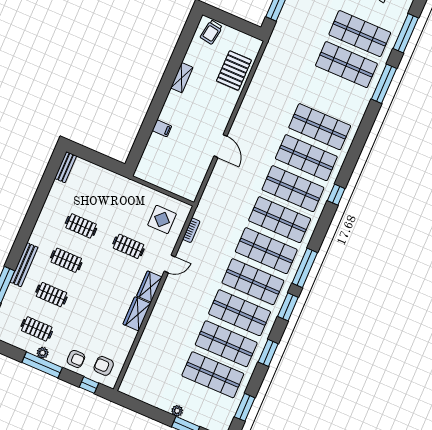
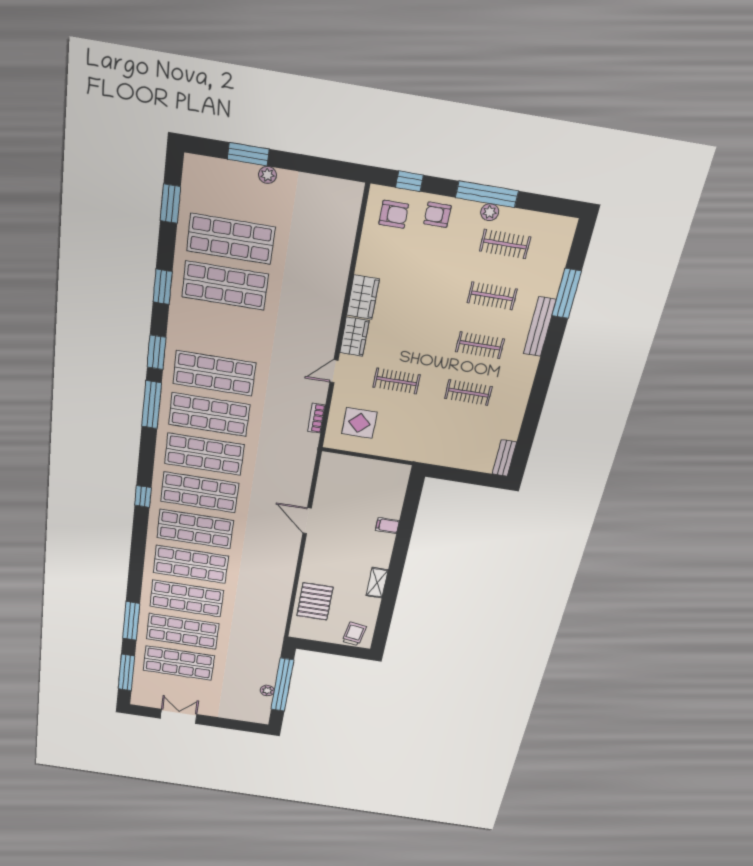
shop shelf: (240, 313) -> (187, 598), moved

